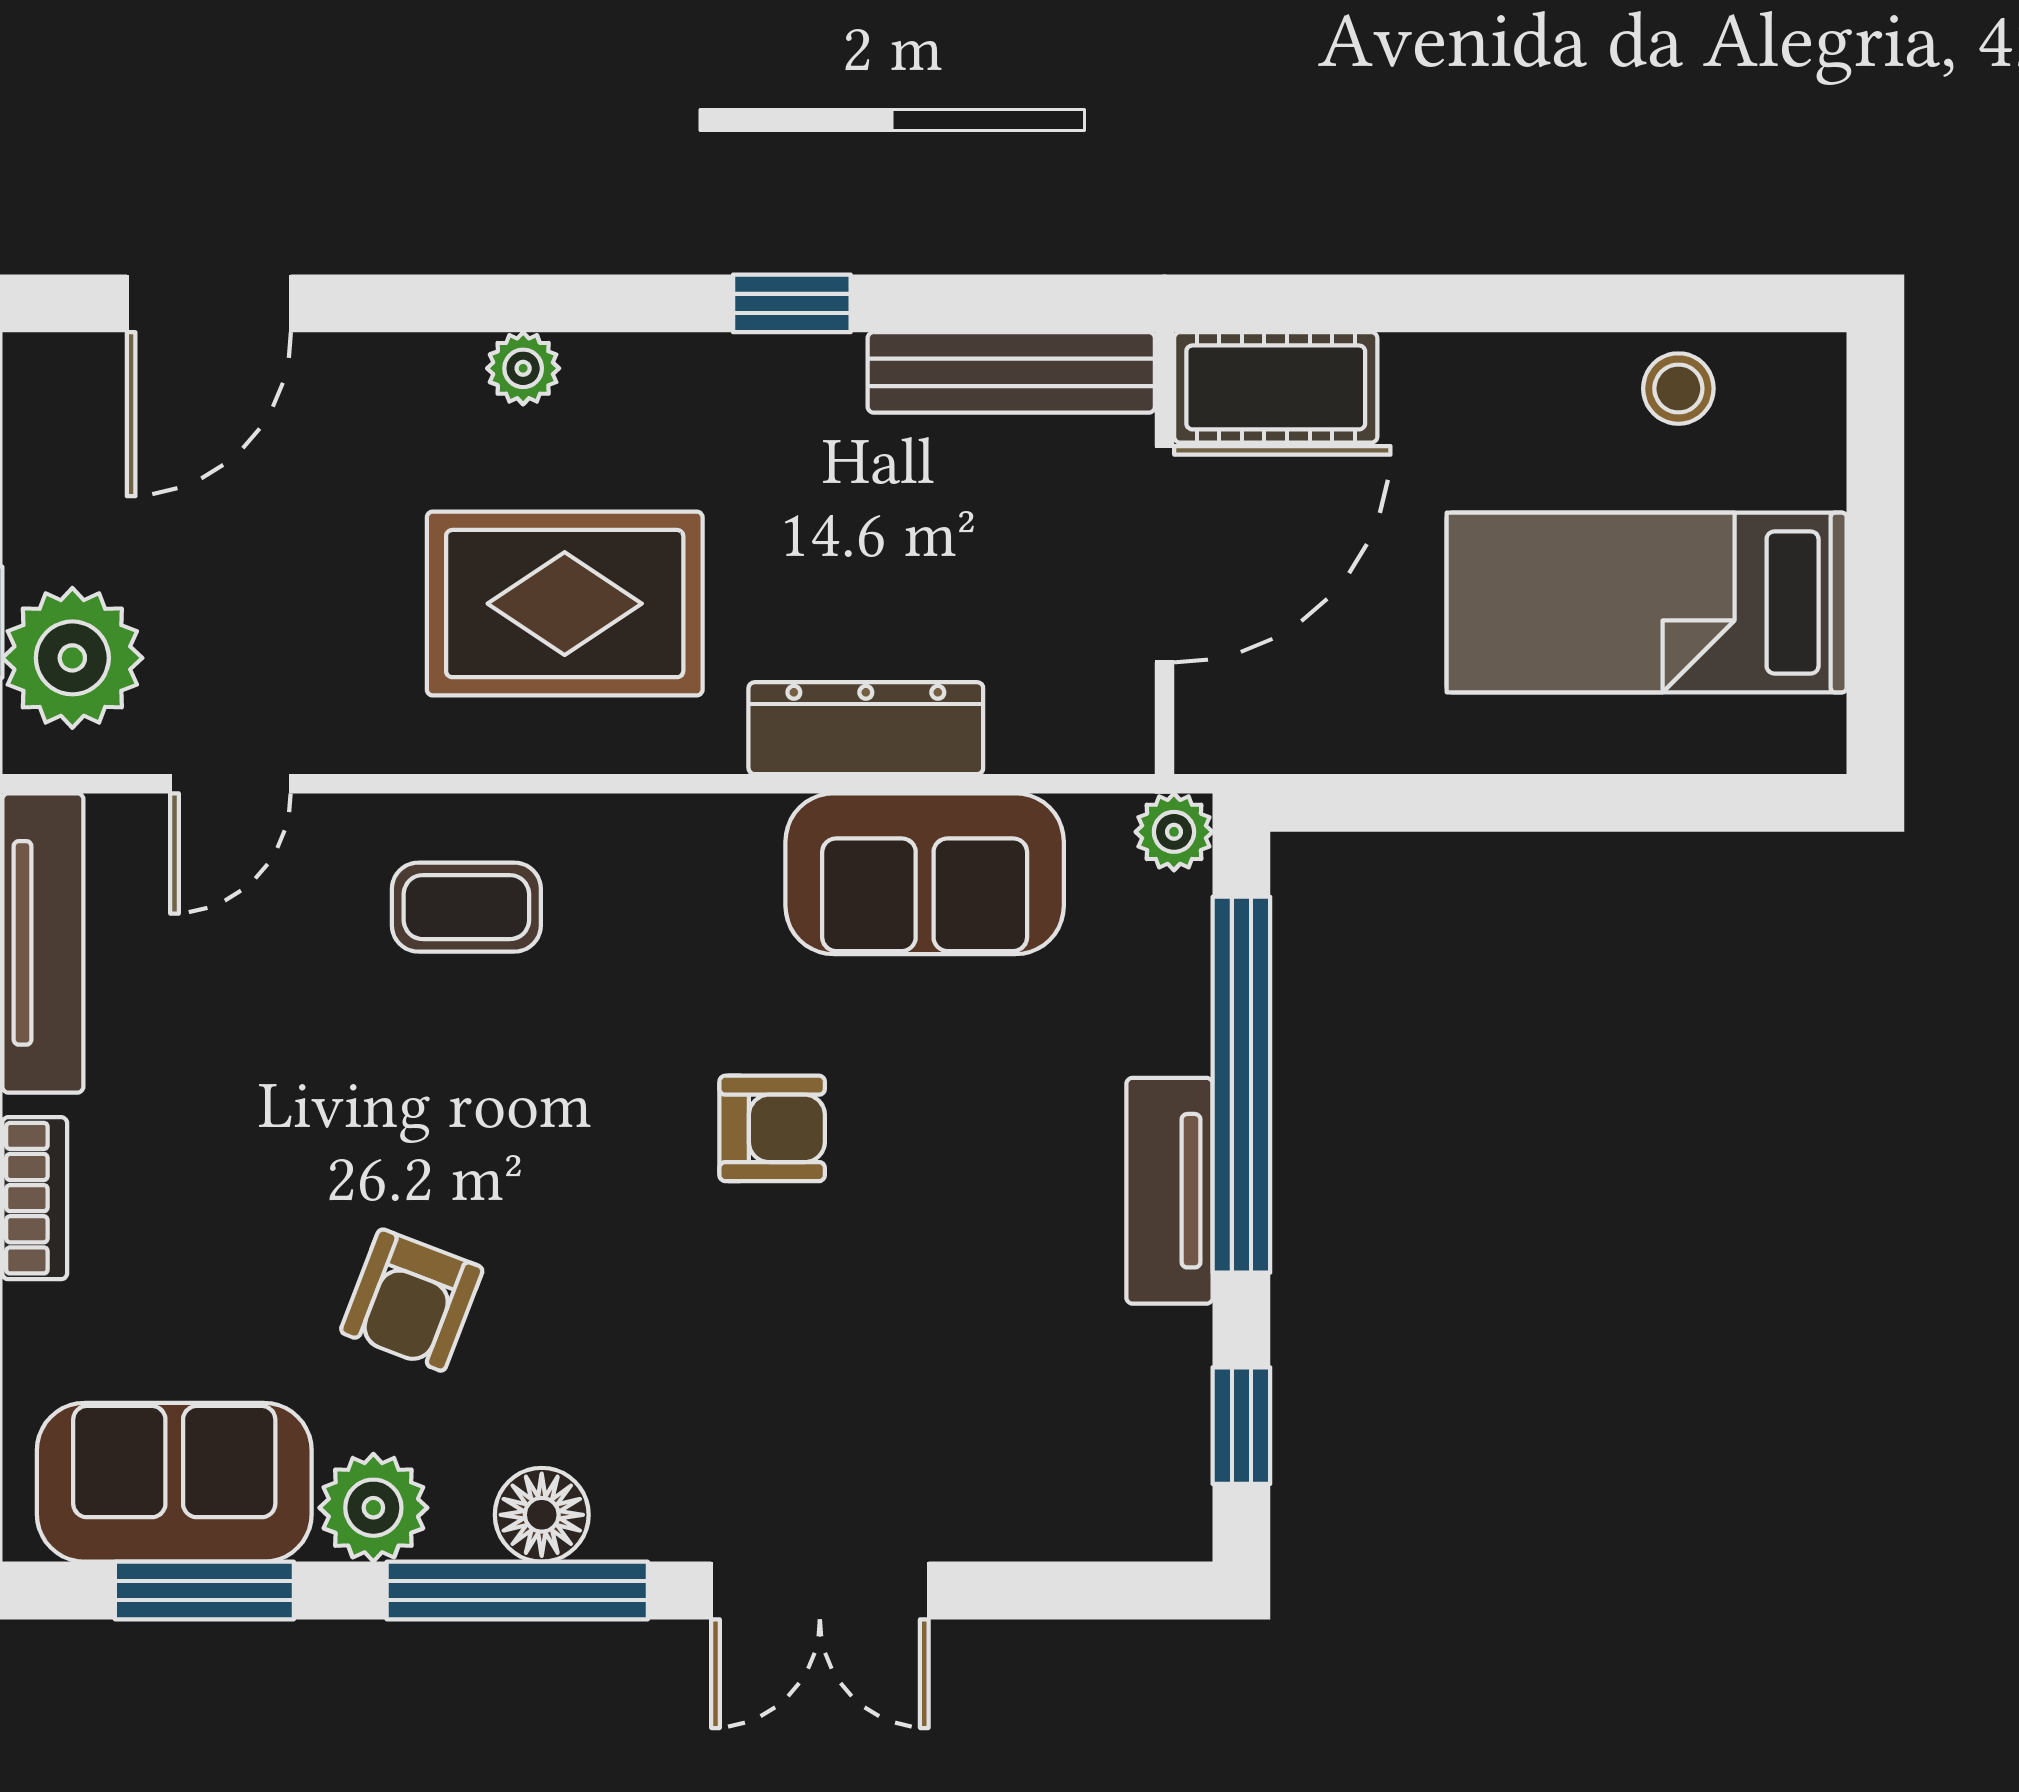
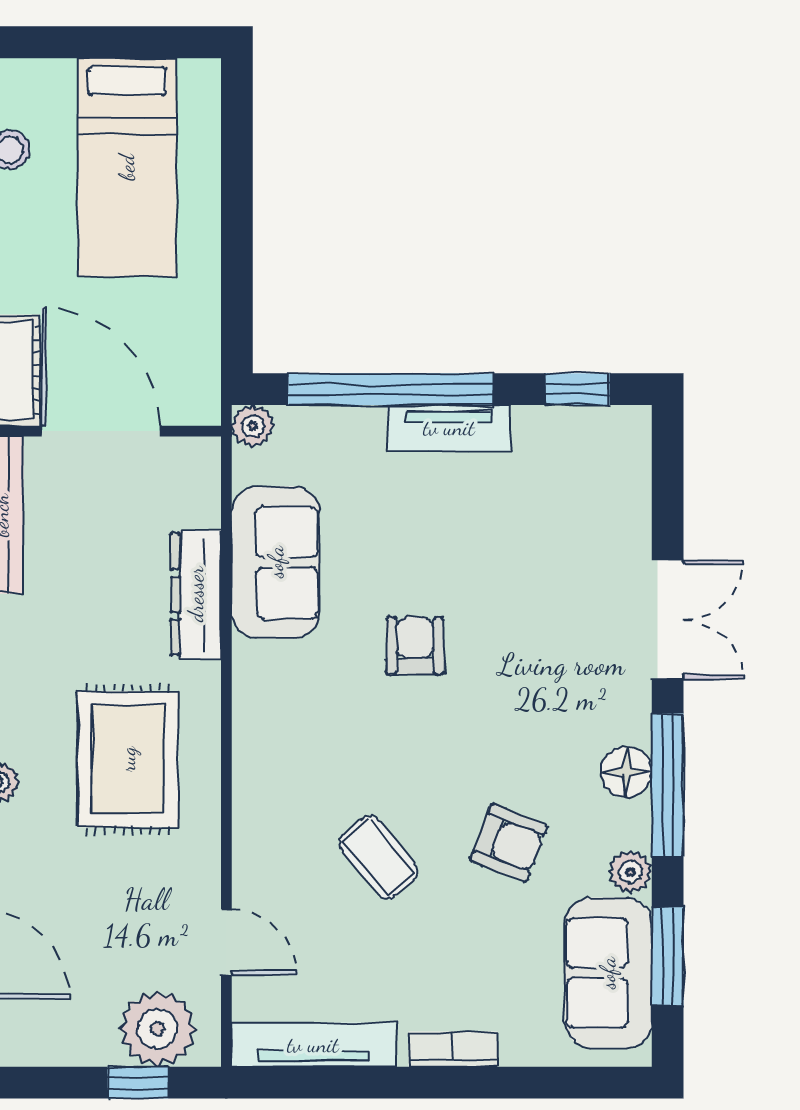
coffee table: (466, 907) -> (379, 857), moved, turned -40
plant: (373, 1508) -> (630, 872), width x0.73, depth x0.73

